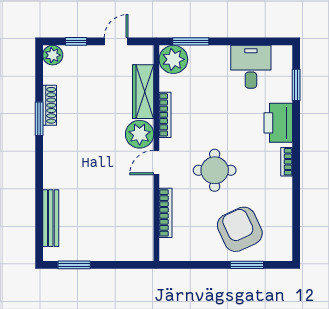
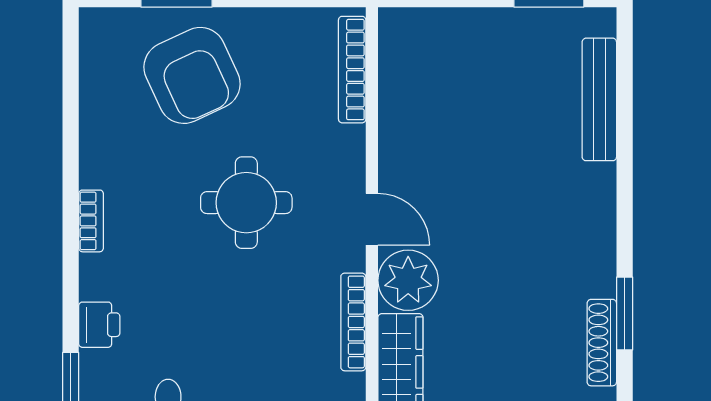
printer: (278, 123) -> (99, 325), width x0.53, depth x0.68
door: (156, 163) -> (372, 219), hinge flipped
bookcase: (165, 213) -> (352, 70), moved

